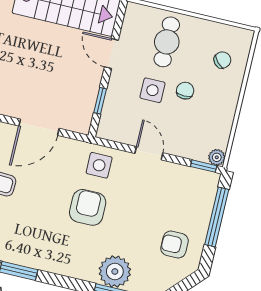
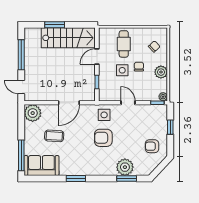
door: (111, 54) -> (97, 57), hinge flipped
plant: (224, 111) -> (161, 72), added
armchair: (88, 207) -> (103, 138), turned -90
window: (217, 217) -> (170, 127), width x0.46

